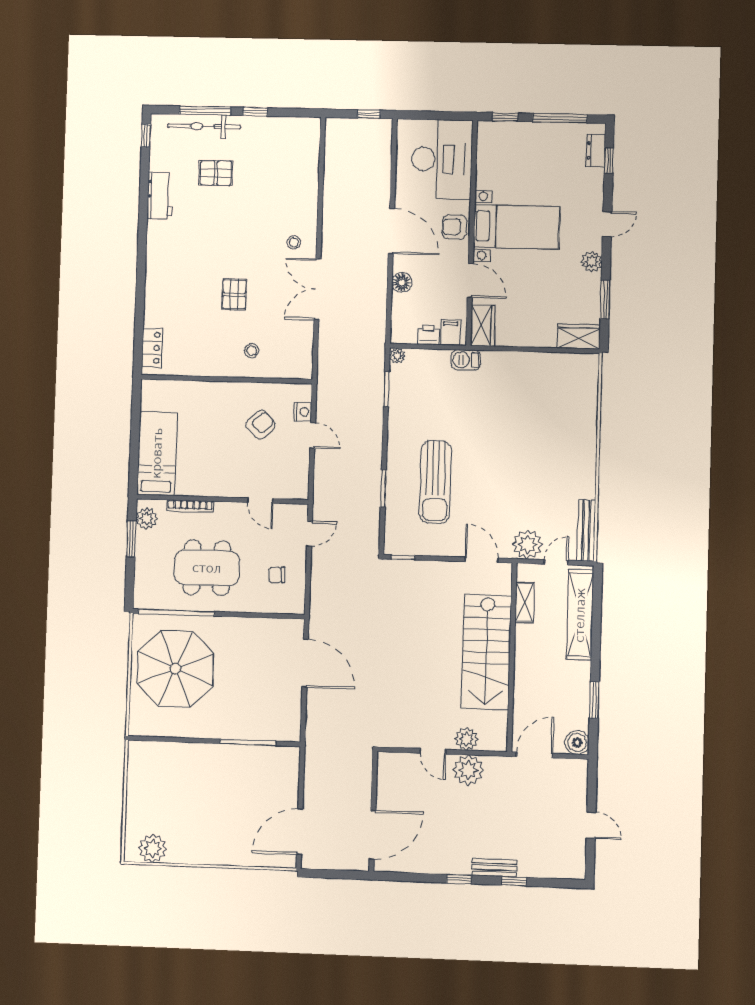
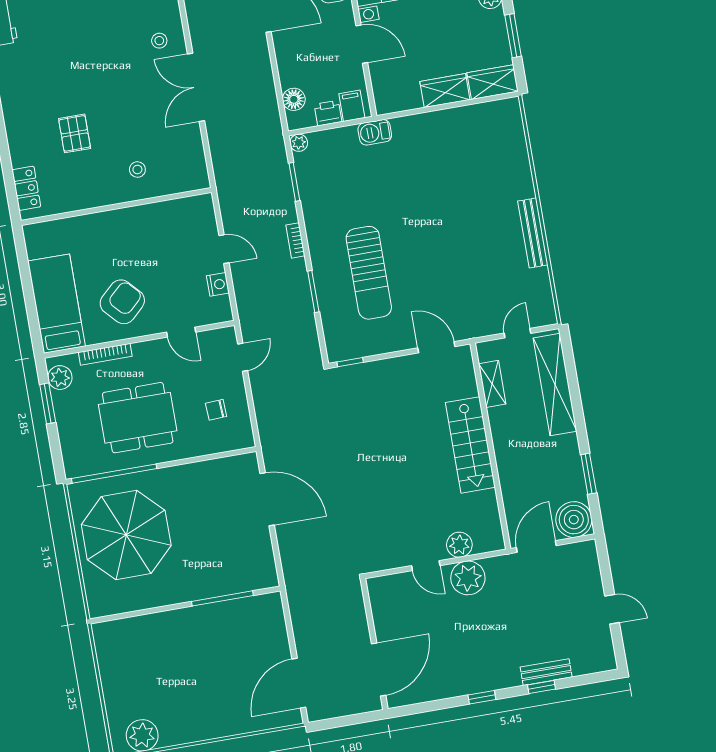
floor lamp: (402, 283) -> (294, 99), moved
pallet: (234, 294) -> (75, 133), moved
wardrobe: (483, 326) -> (445, 91), moved, turned -90
nightstand: (303, 412) -> (218, 284), moved
armchair: (261, 425) -> (122, 302), moved, width x1.38, depth x1.38
bookcase: (377, 441) -> (295, 240), added
bench: (586, 530) -> (533, 233), moved
plant: (527, 544) -> (483, 320), removed
stairs: (486, 652) -> (470, 445), width x0.73, depth x0.66
boiler: (577, 743) -> (574, 520), width x1.37, depth x1.37
bench: (494, 868) -> (546, 672), moved

